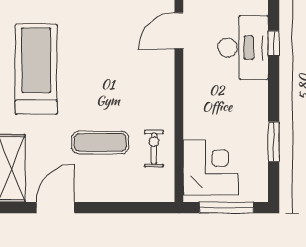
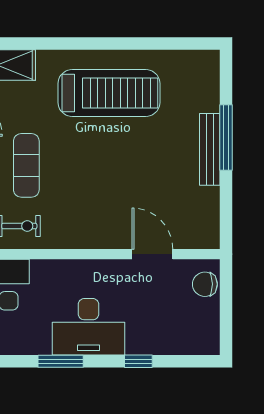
desk: (243, 48) -> (89, 327), moved
window: (274, 142) -> (61, 361), moved

